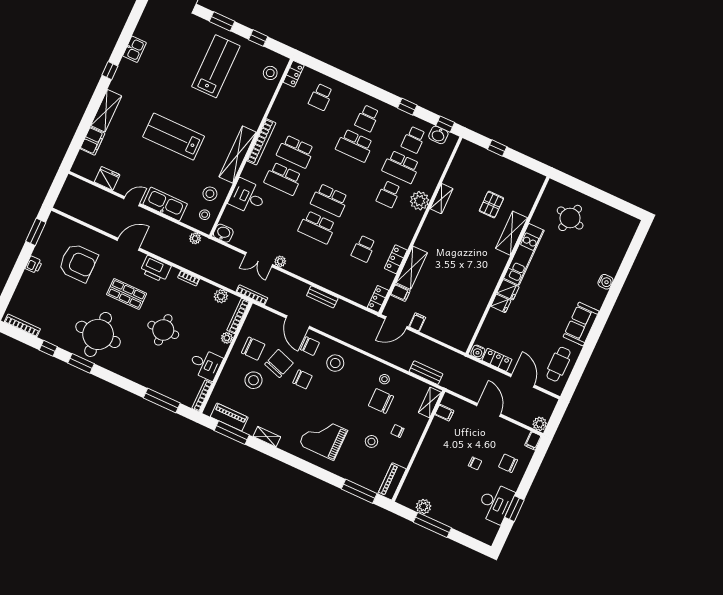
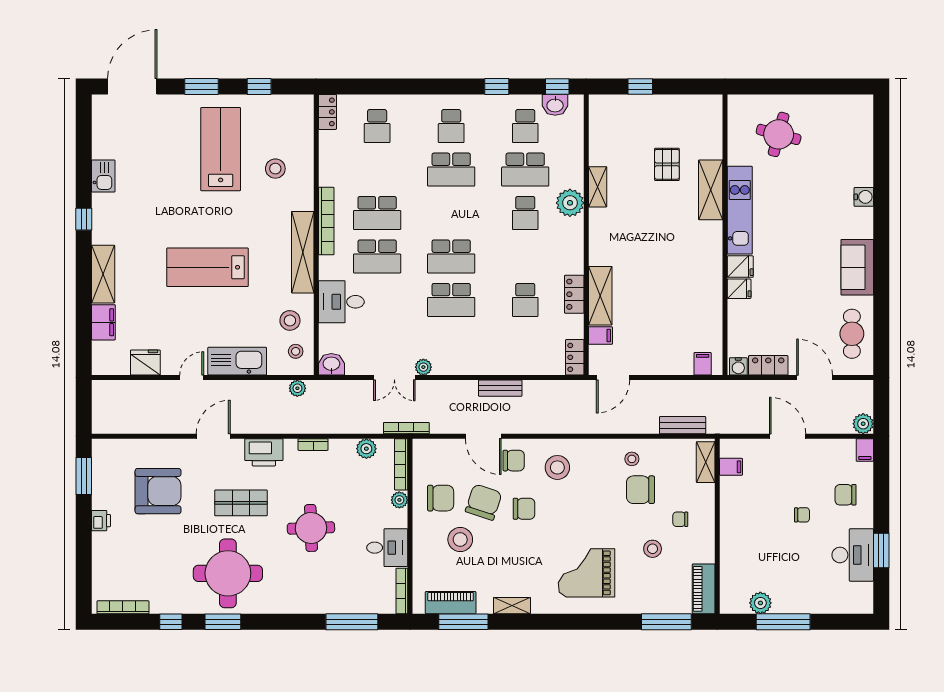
stool: (270, 73) -> (275, 169), moved
filing cabinet: (417, 322) -> (703, 364), moved

